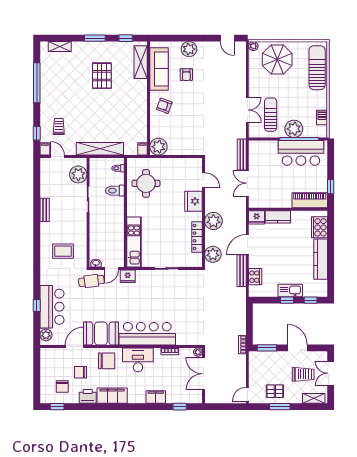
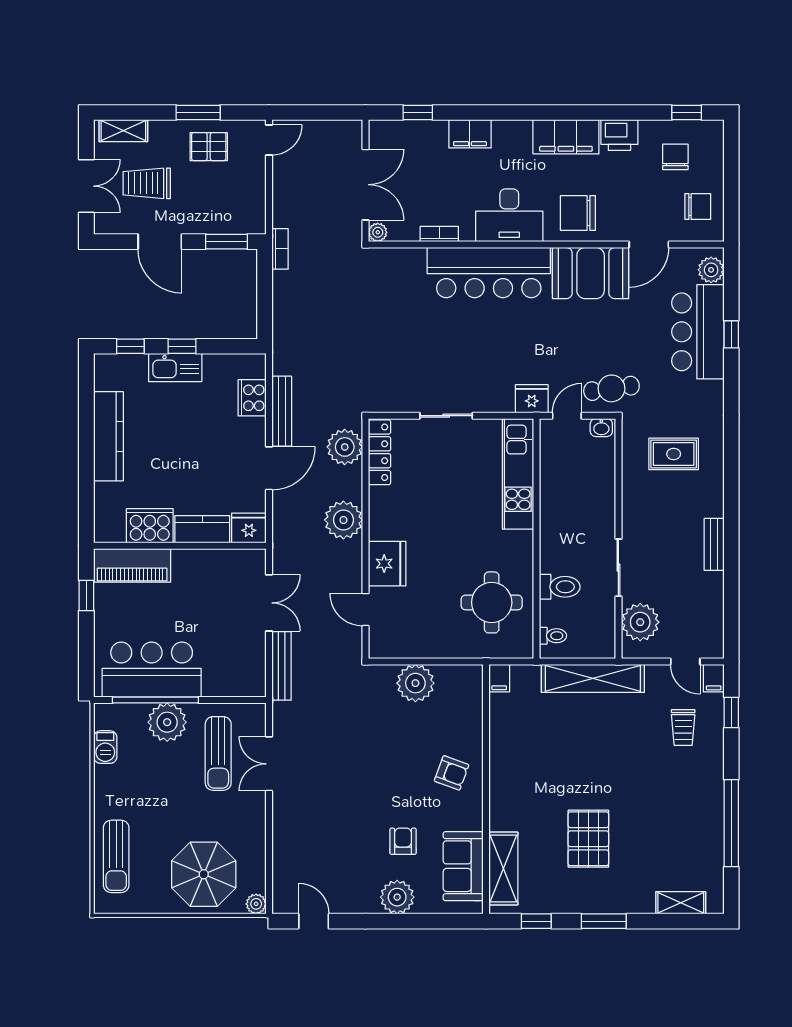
sun lounger: (317, 68) -> (116, 856), width x0.73, depth x0.75
sofa: (159, 69) -> (463, 866), width x0.73
plant: (158, 147) -> (415, 683), moved
cooker: (320, 227) -> (150, 526), moved, turned -90
locker: (197, 237) -> (380, 452), moved
chair: (80, 372) -> (698, 207), moved

